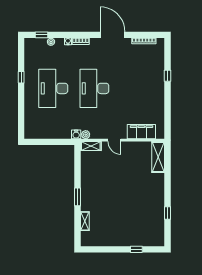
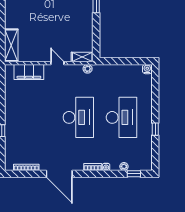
water cooler: (76, 134) -> (147, 69), moved

